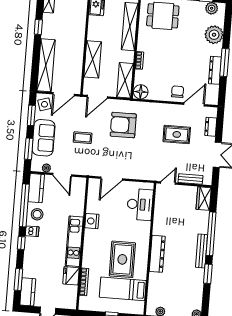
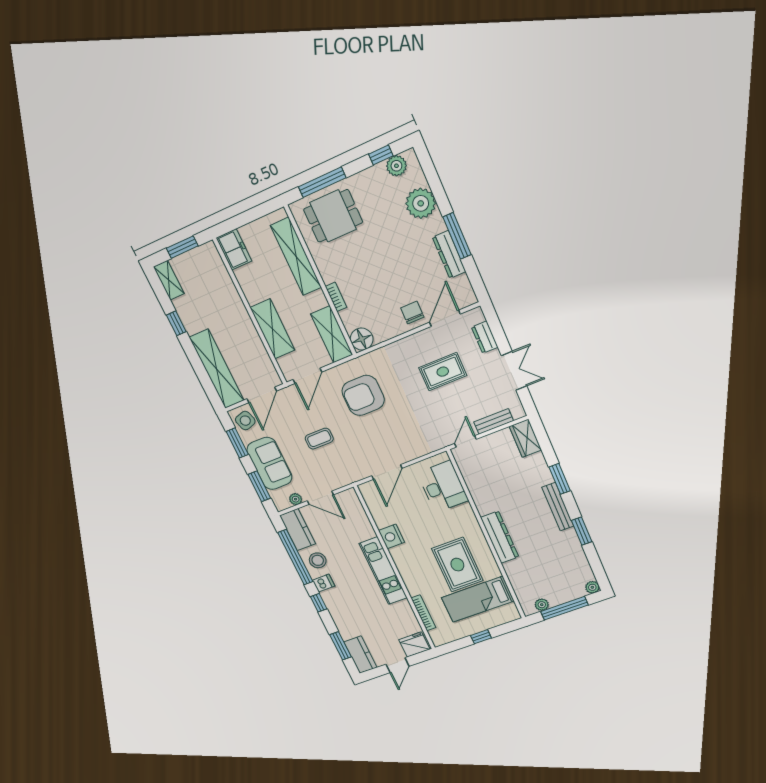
window: (211, 234) -> (560, 479), width x0.47
fridge: (71, 276) -> (414, 644), moved, turned 90

